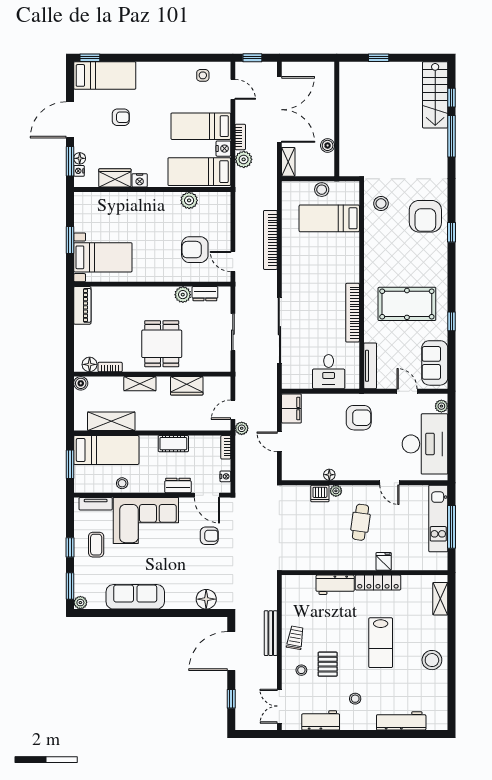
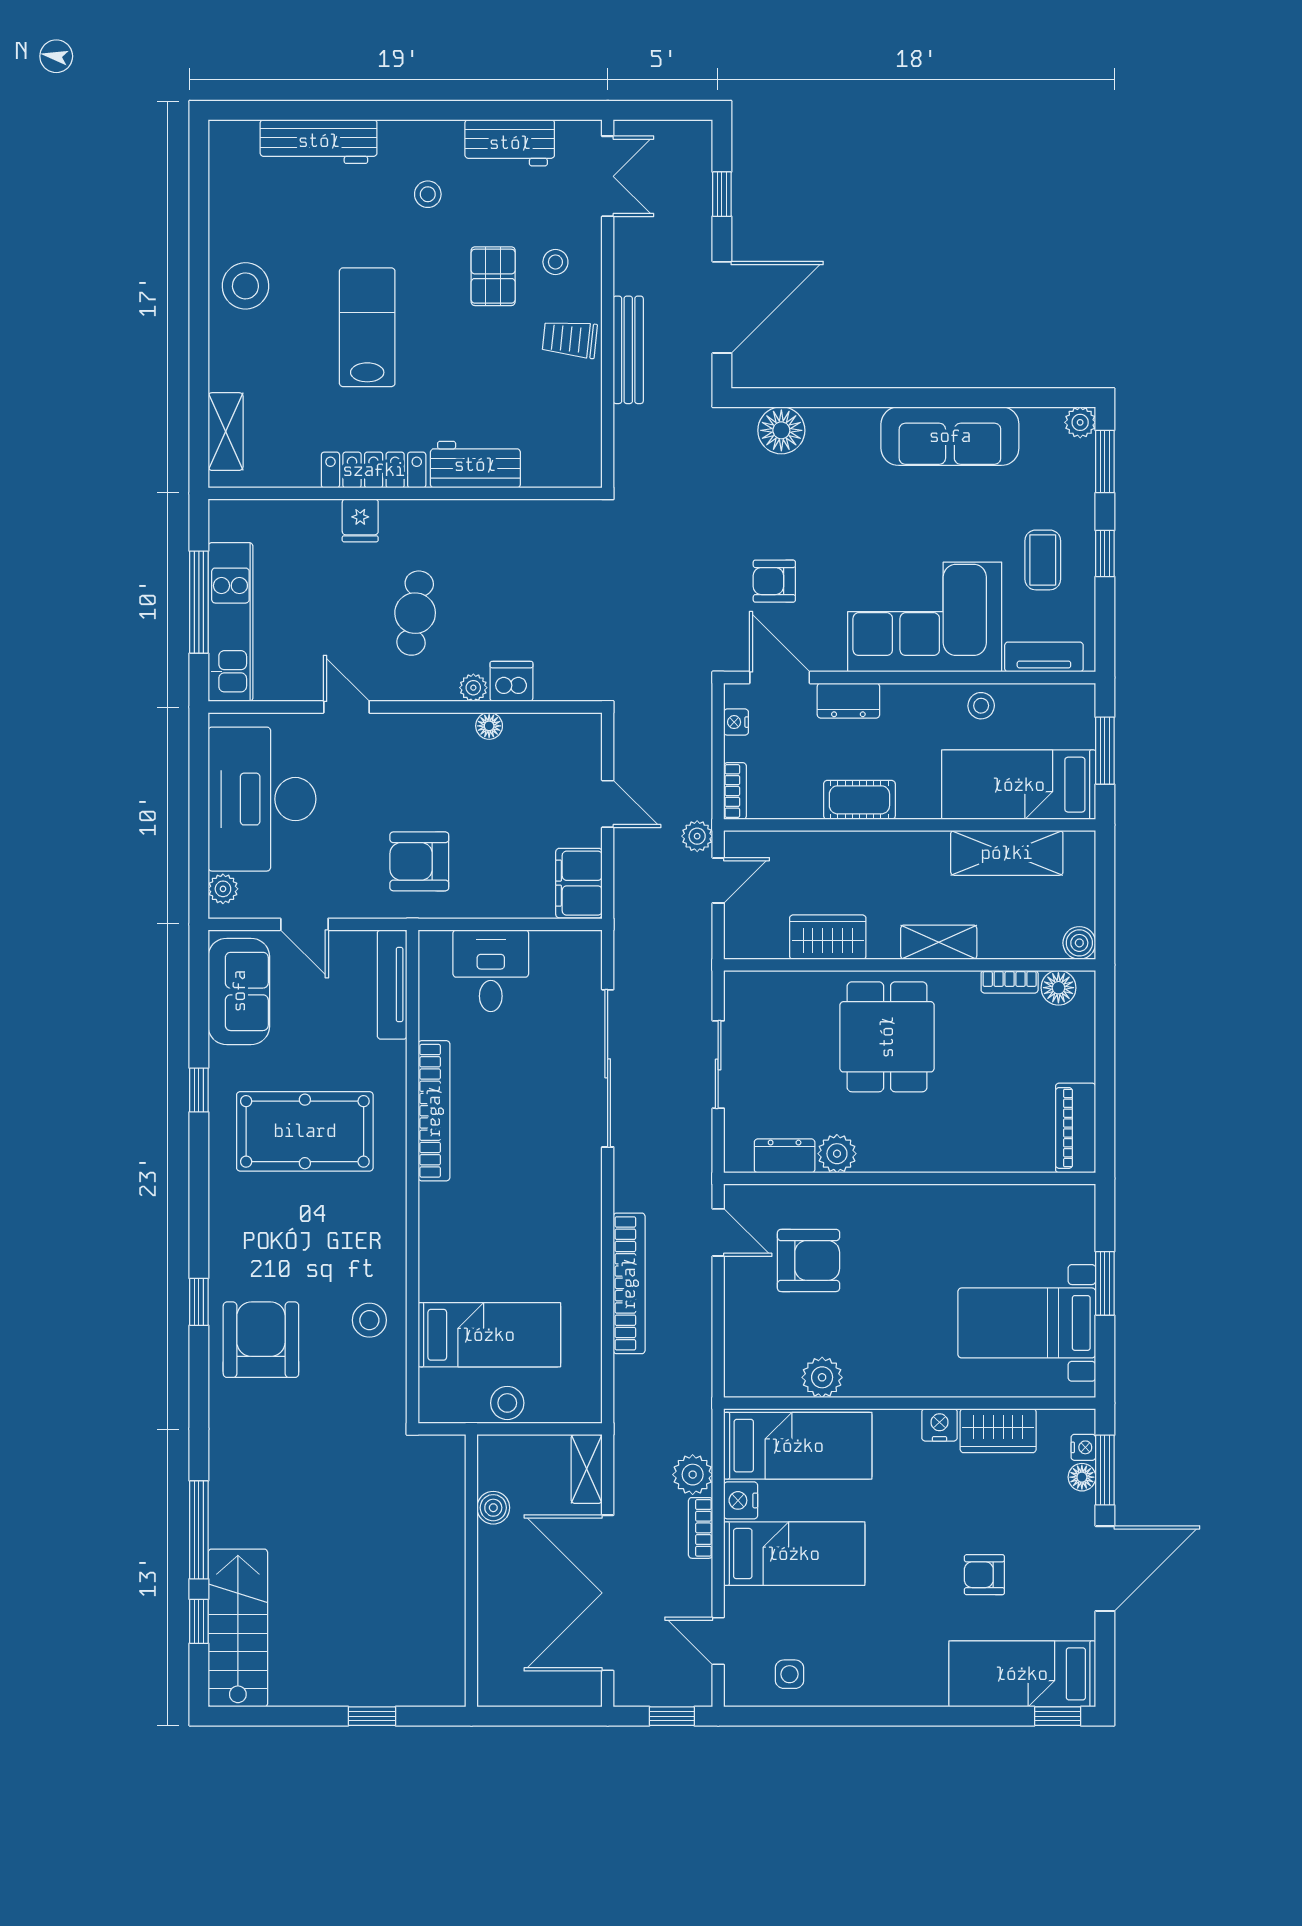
stool: (381, 203) -> (369, 1320), moved
bed with nightstands: (103, 257) -> (1027, 1323), moved
trolley: (295, 638) -> (570, 339), turned 86

